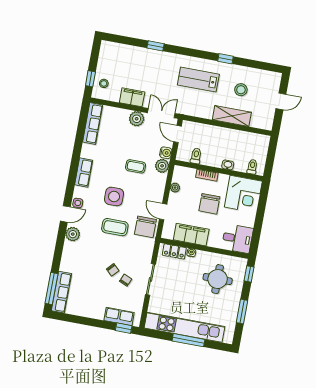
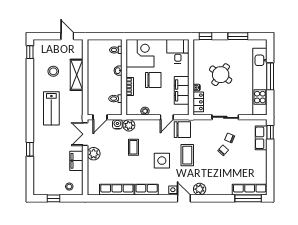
window: (226, 59) -> (30, 52), moved
window: (90, 79) -> (54, 198), moved
door: (281, 101) -> (67, 36), moved
row of seats: (93, 124) -> (117, 190), moved
round table: (218, 279) -> (221, 75), moved, turned 35

